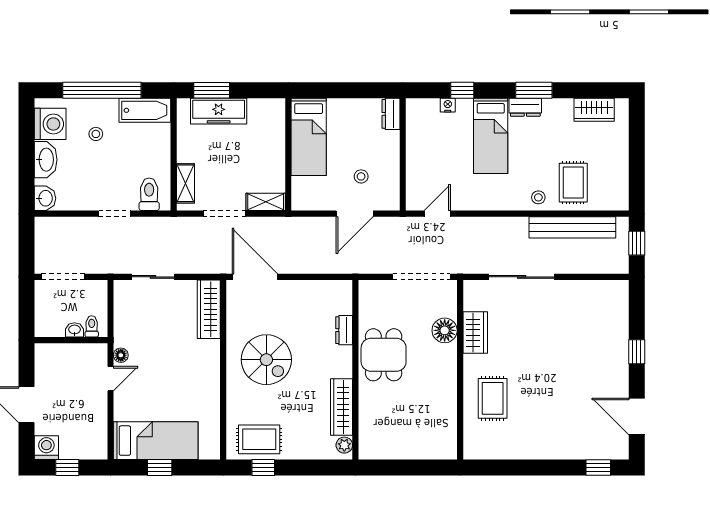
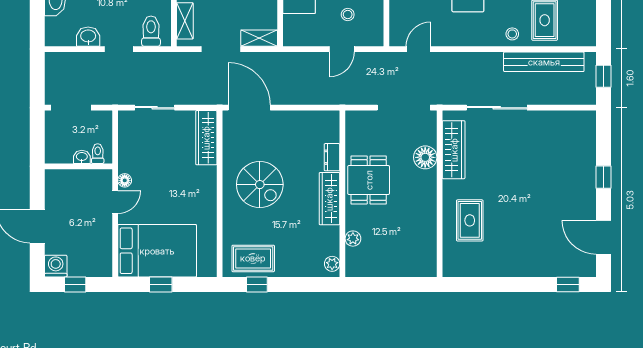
washbasin: (45, 198) -> (88, 37), moved, turned -90
door: (355, 214) -> (342, 49), width x0.73
wardrobe: (475, 333) -> (454, 150), width x1.50
wardrobe: (341, 407) -> (329, 199), moved
plant: (367, 418) -> (353, 239), added
bed: (156, 441) -> (157, 251), width x1.50

